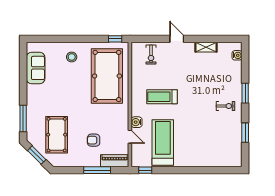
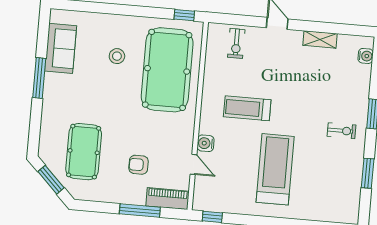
stool: (72, 57) -> (117, 56), moved
window: (23, 118) -> (39, 78), moved
treadmill: (163, 143) -> (275, 169), moved

